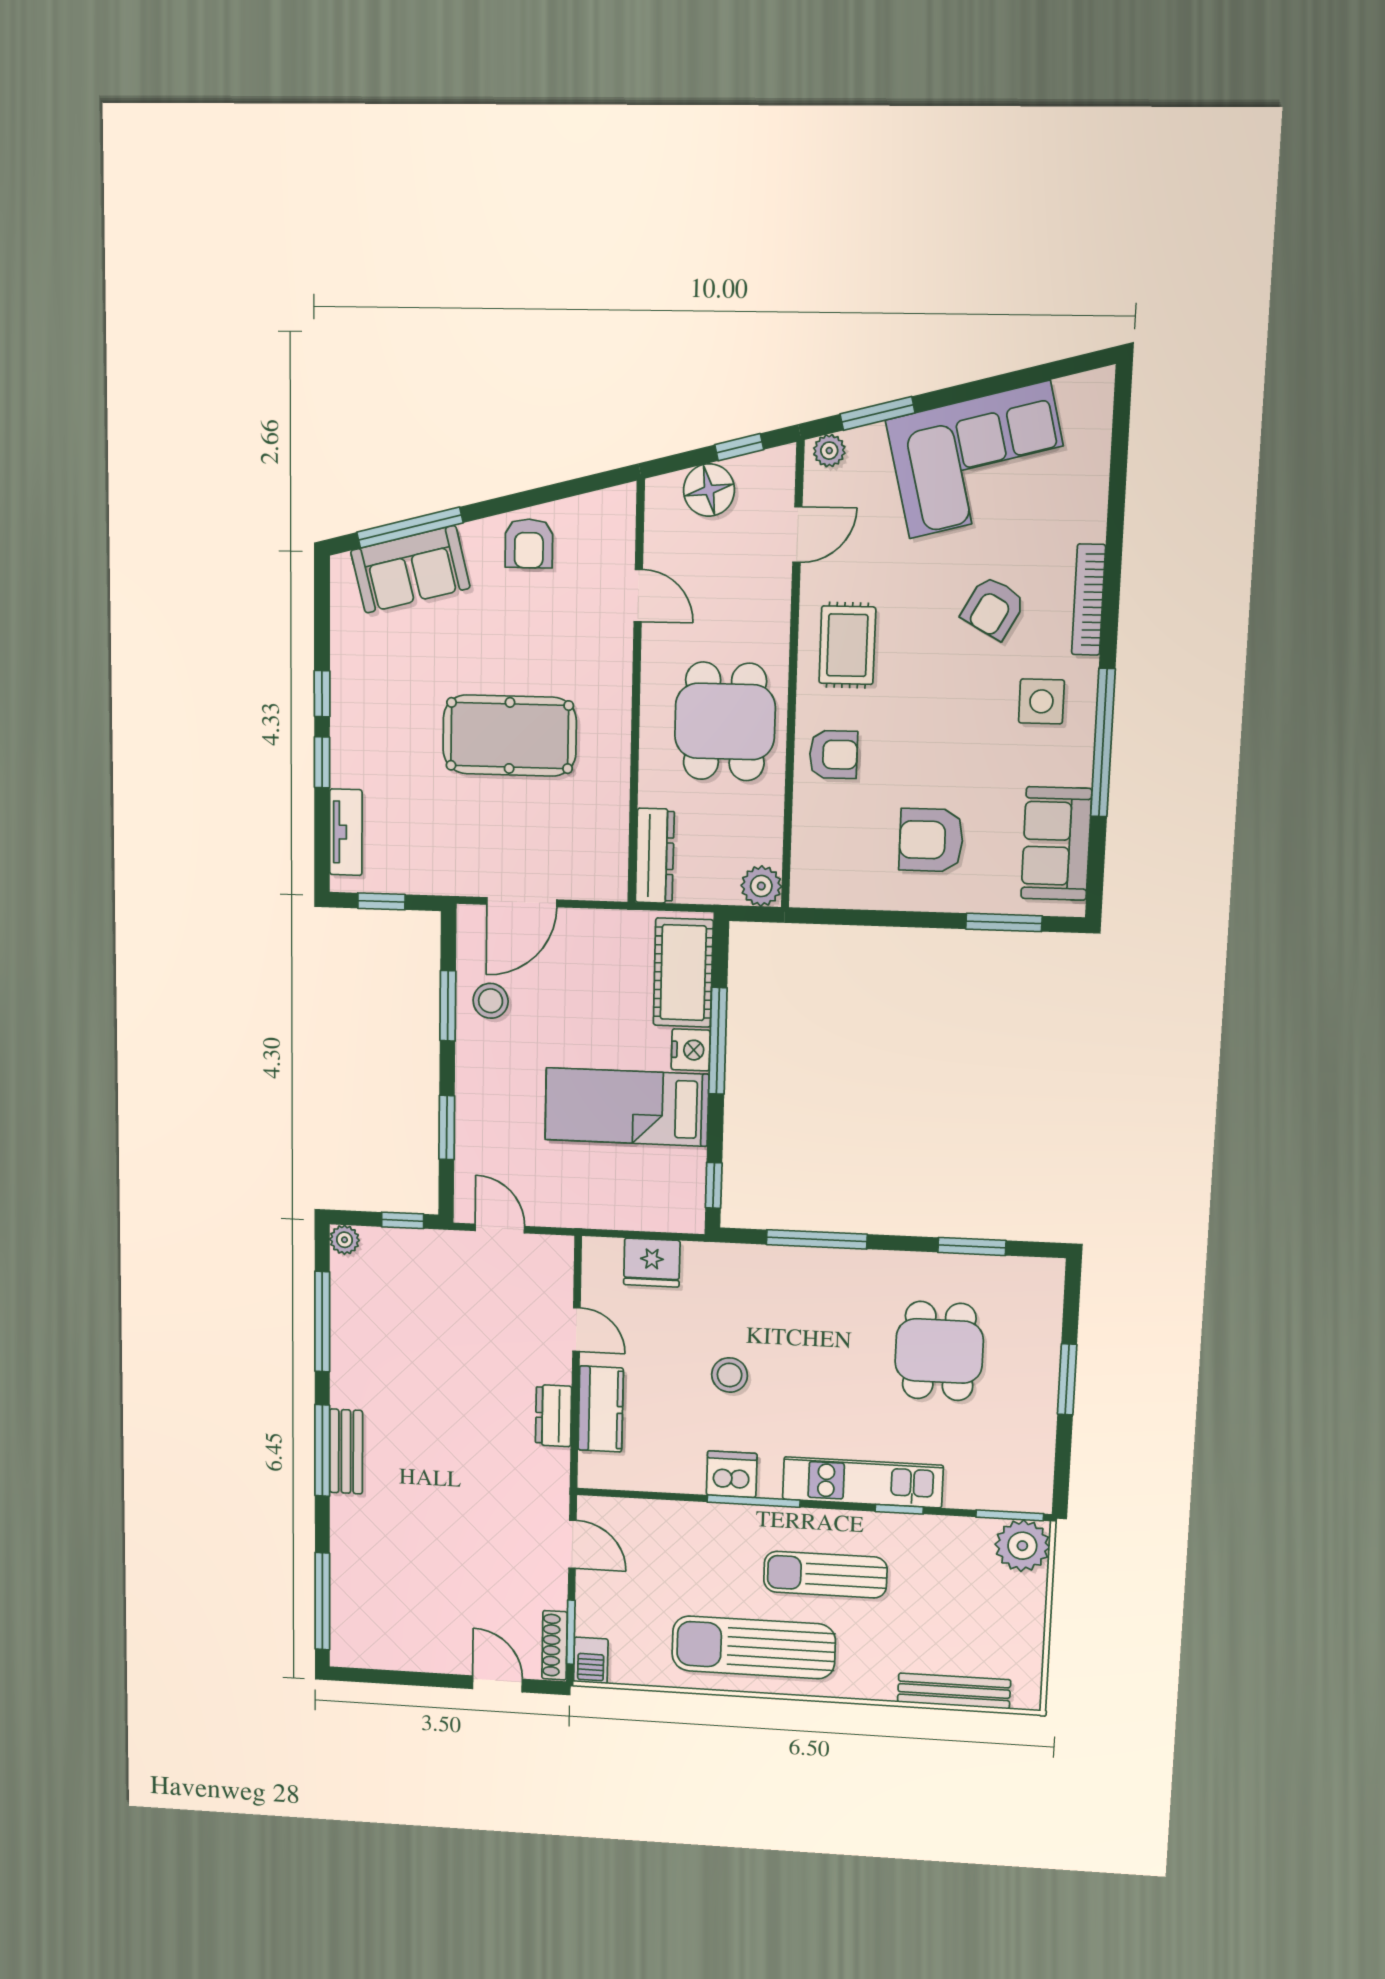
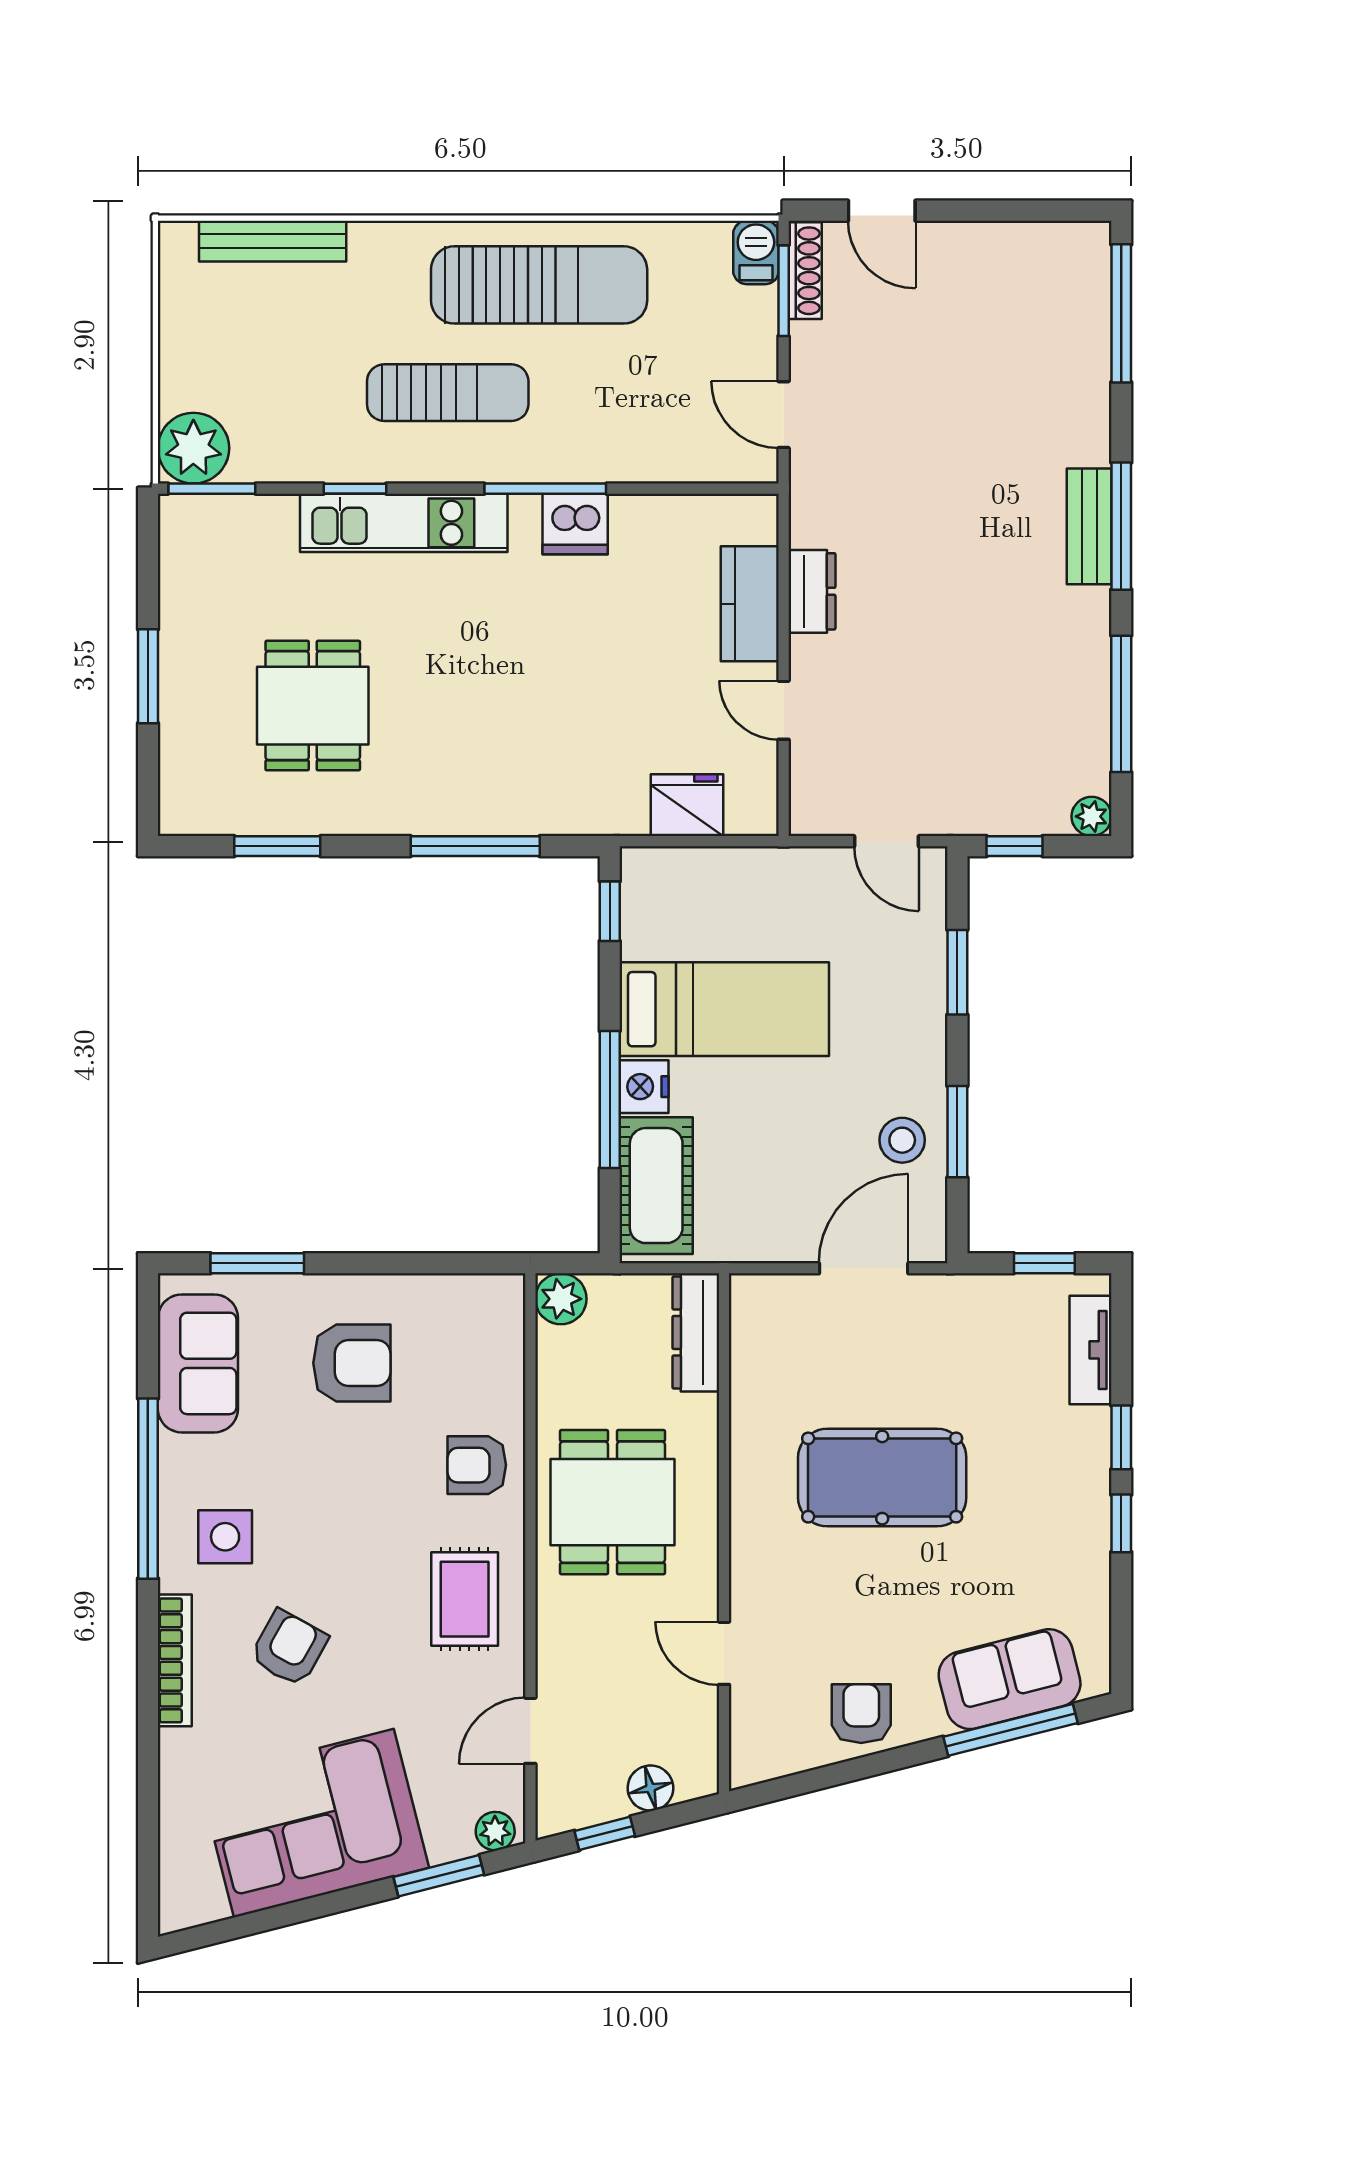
floor lamp: (709, 490) -> (650, 1788), width x0.73, depth x0.73
stool: (730, 1375) -> (582, 659), removed

